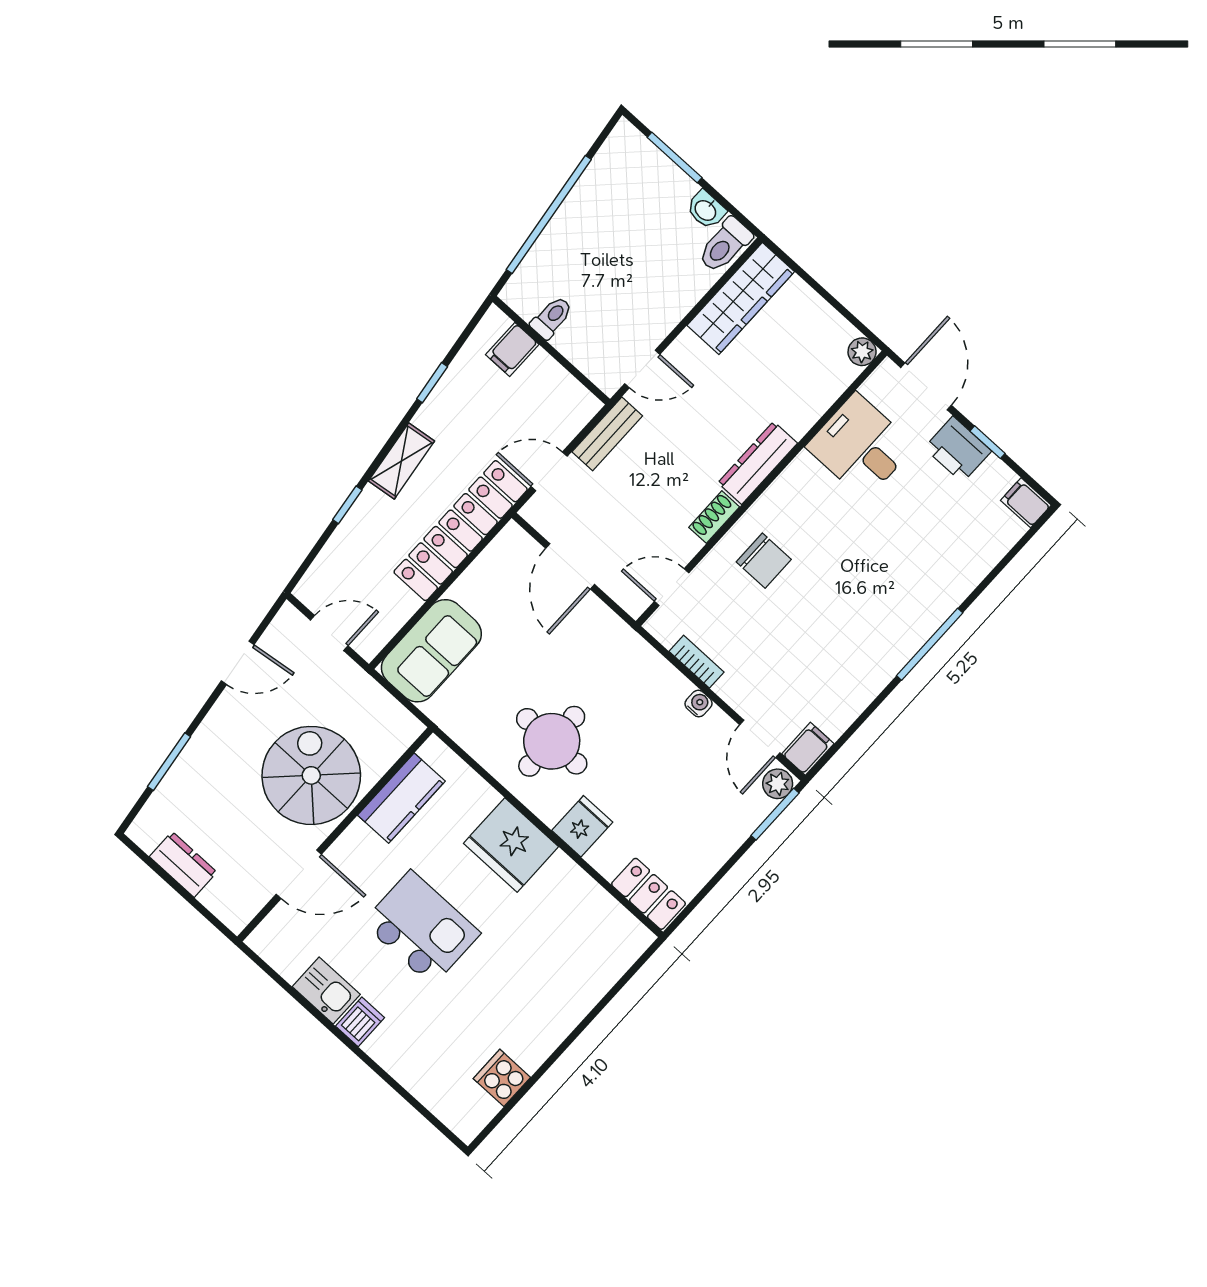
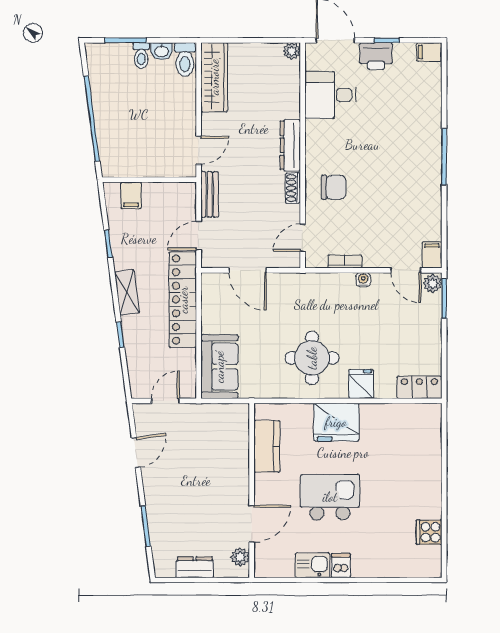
toilet: (552, 318) -> (141, 56), moved, turned 180
spiral stairs: (311, 775) -> (216, 473), removed
plant: (248, 902) -> (240, 557), added

